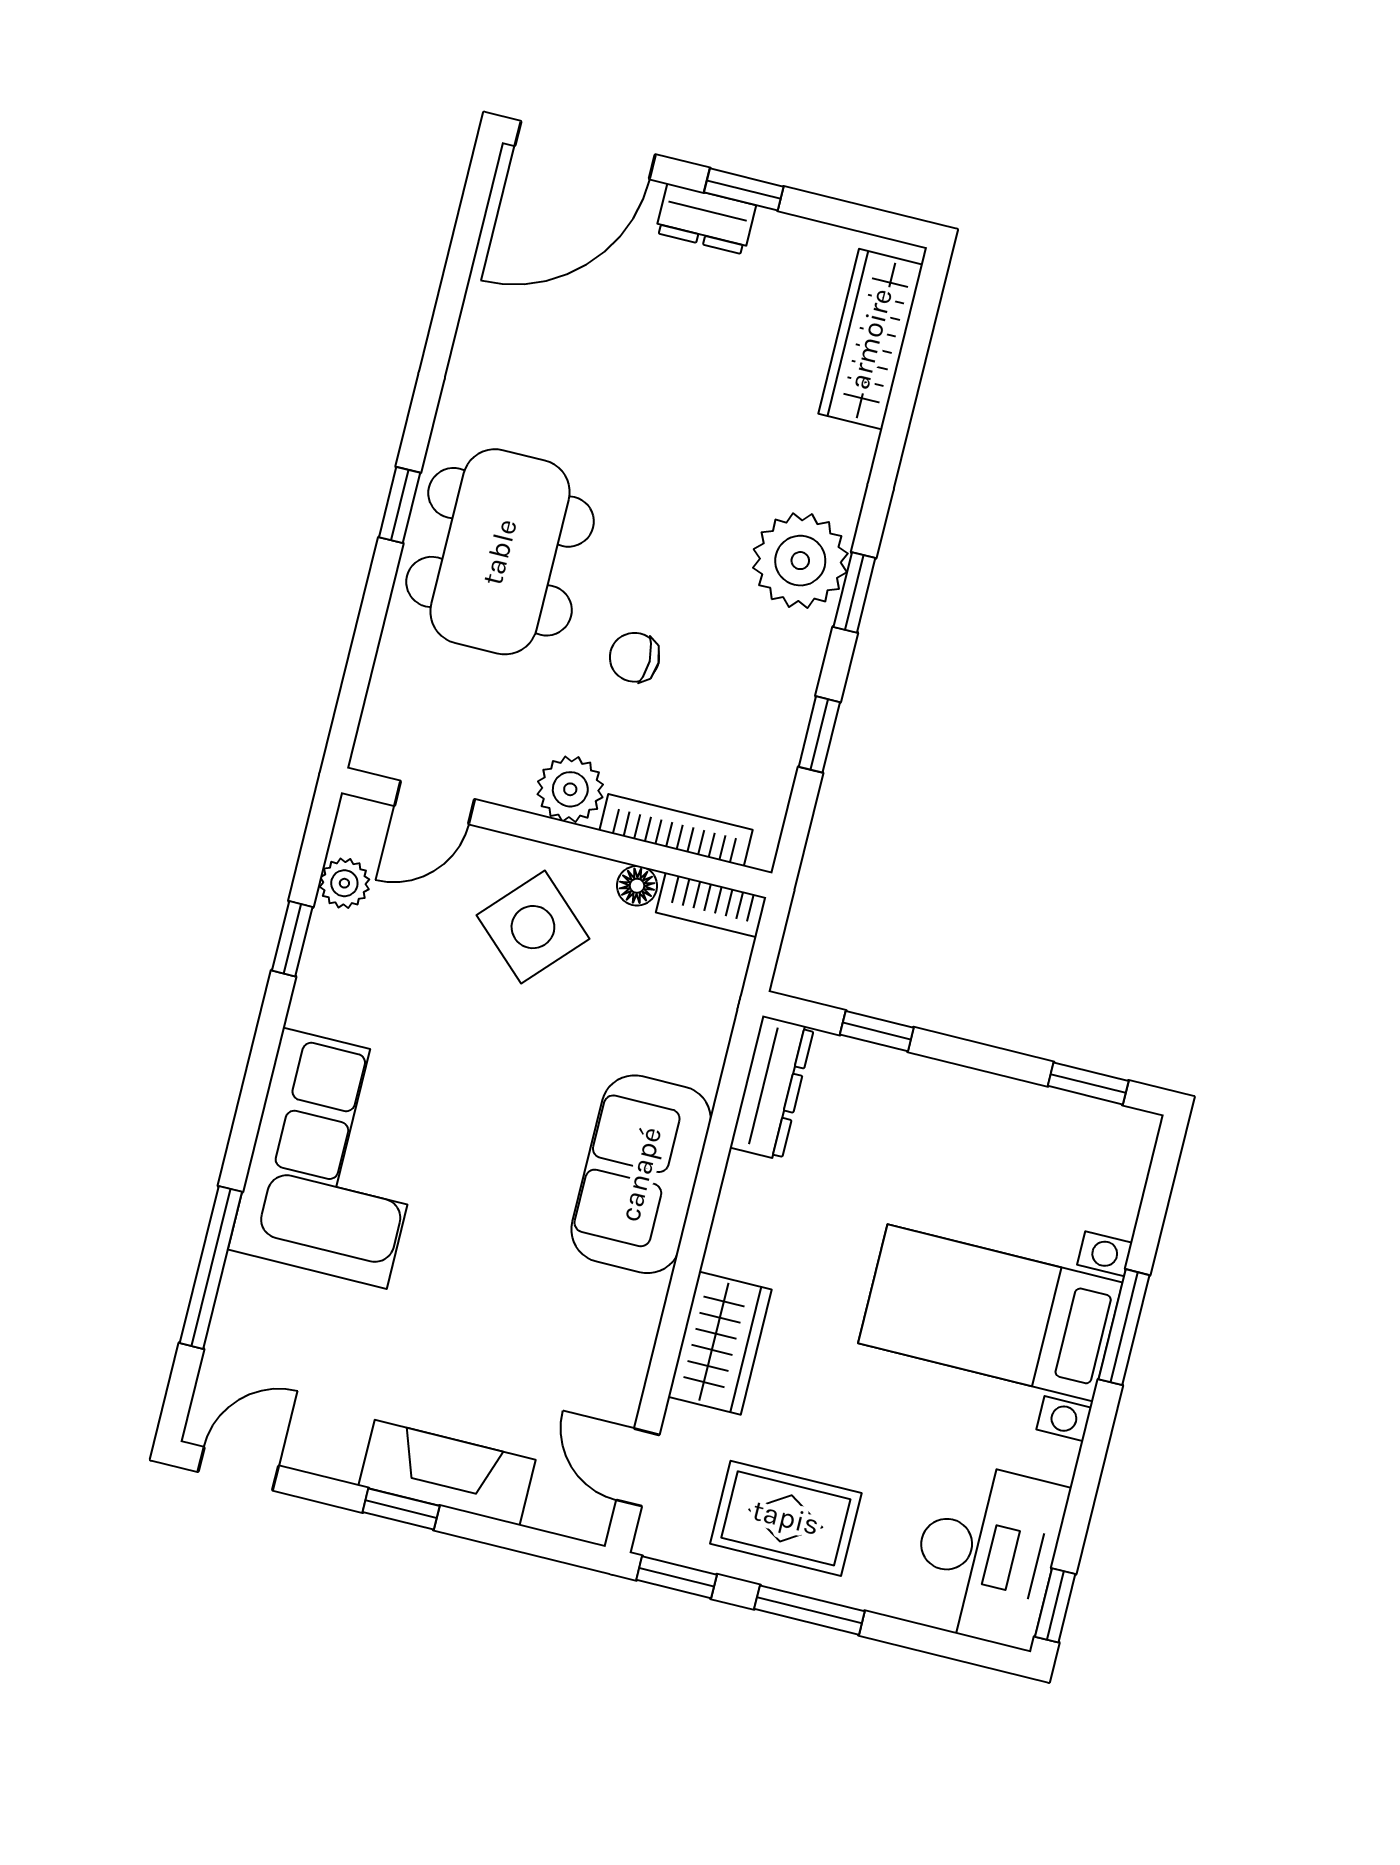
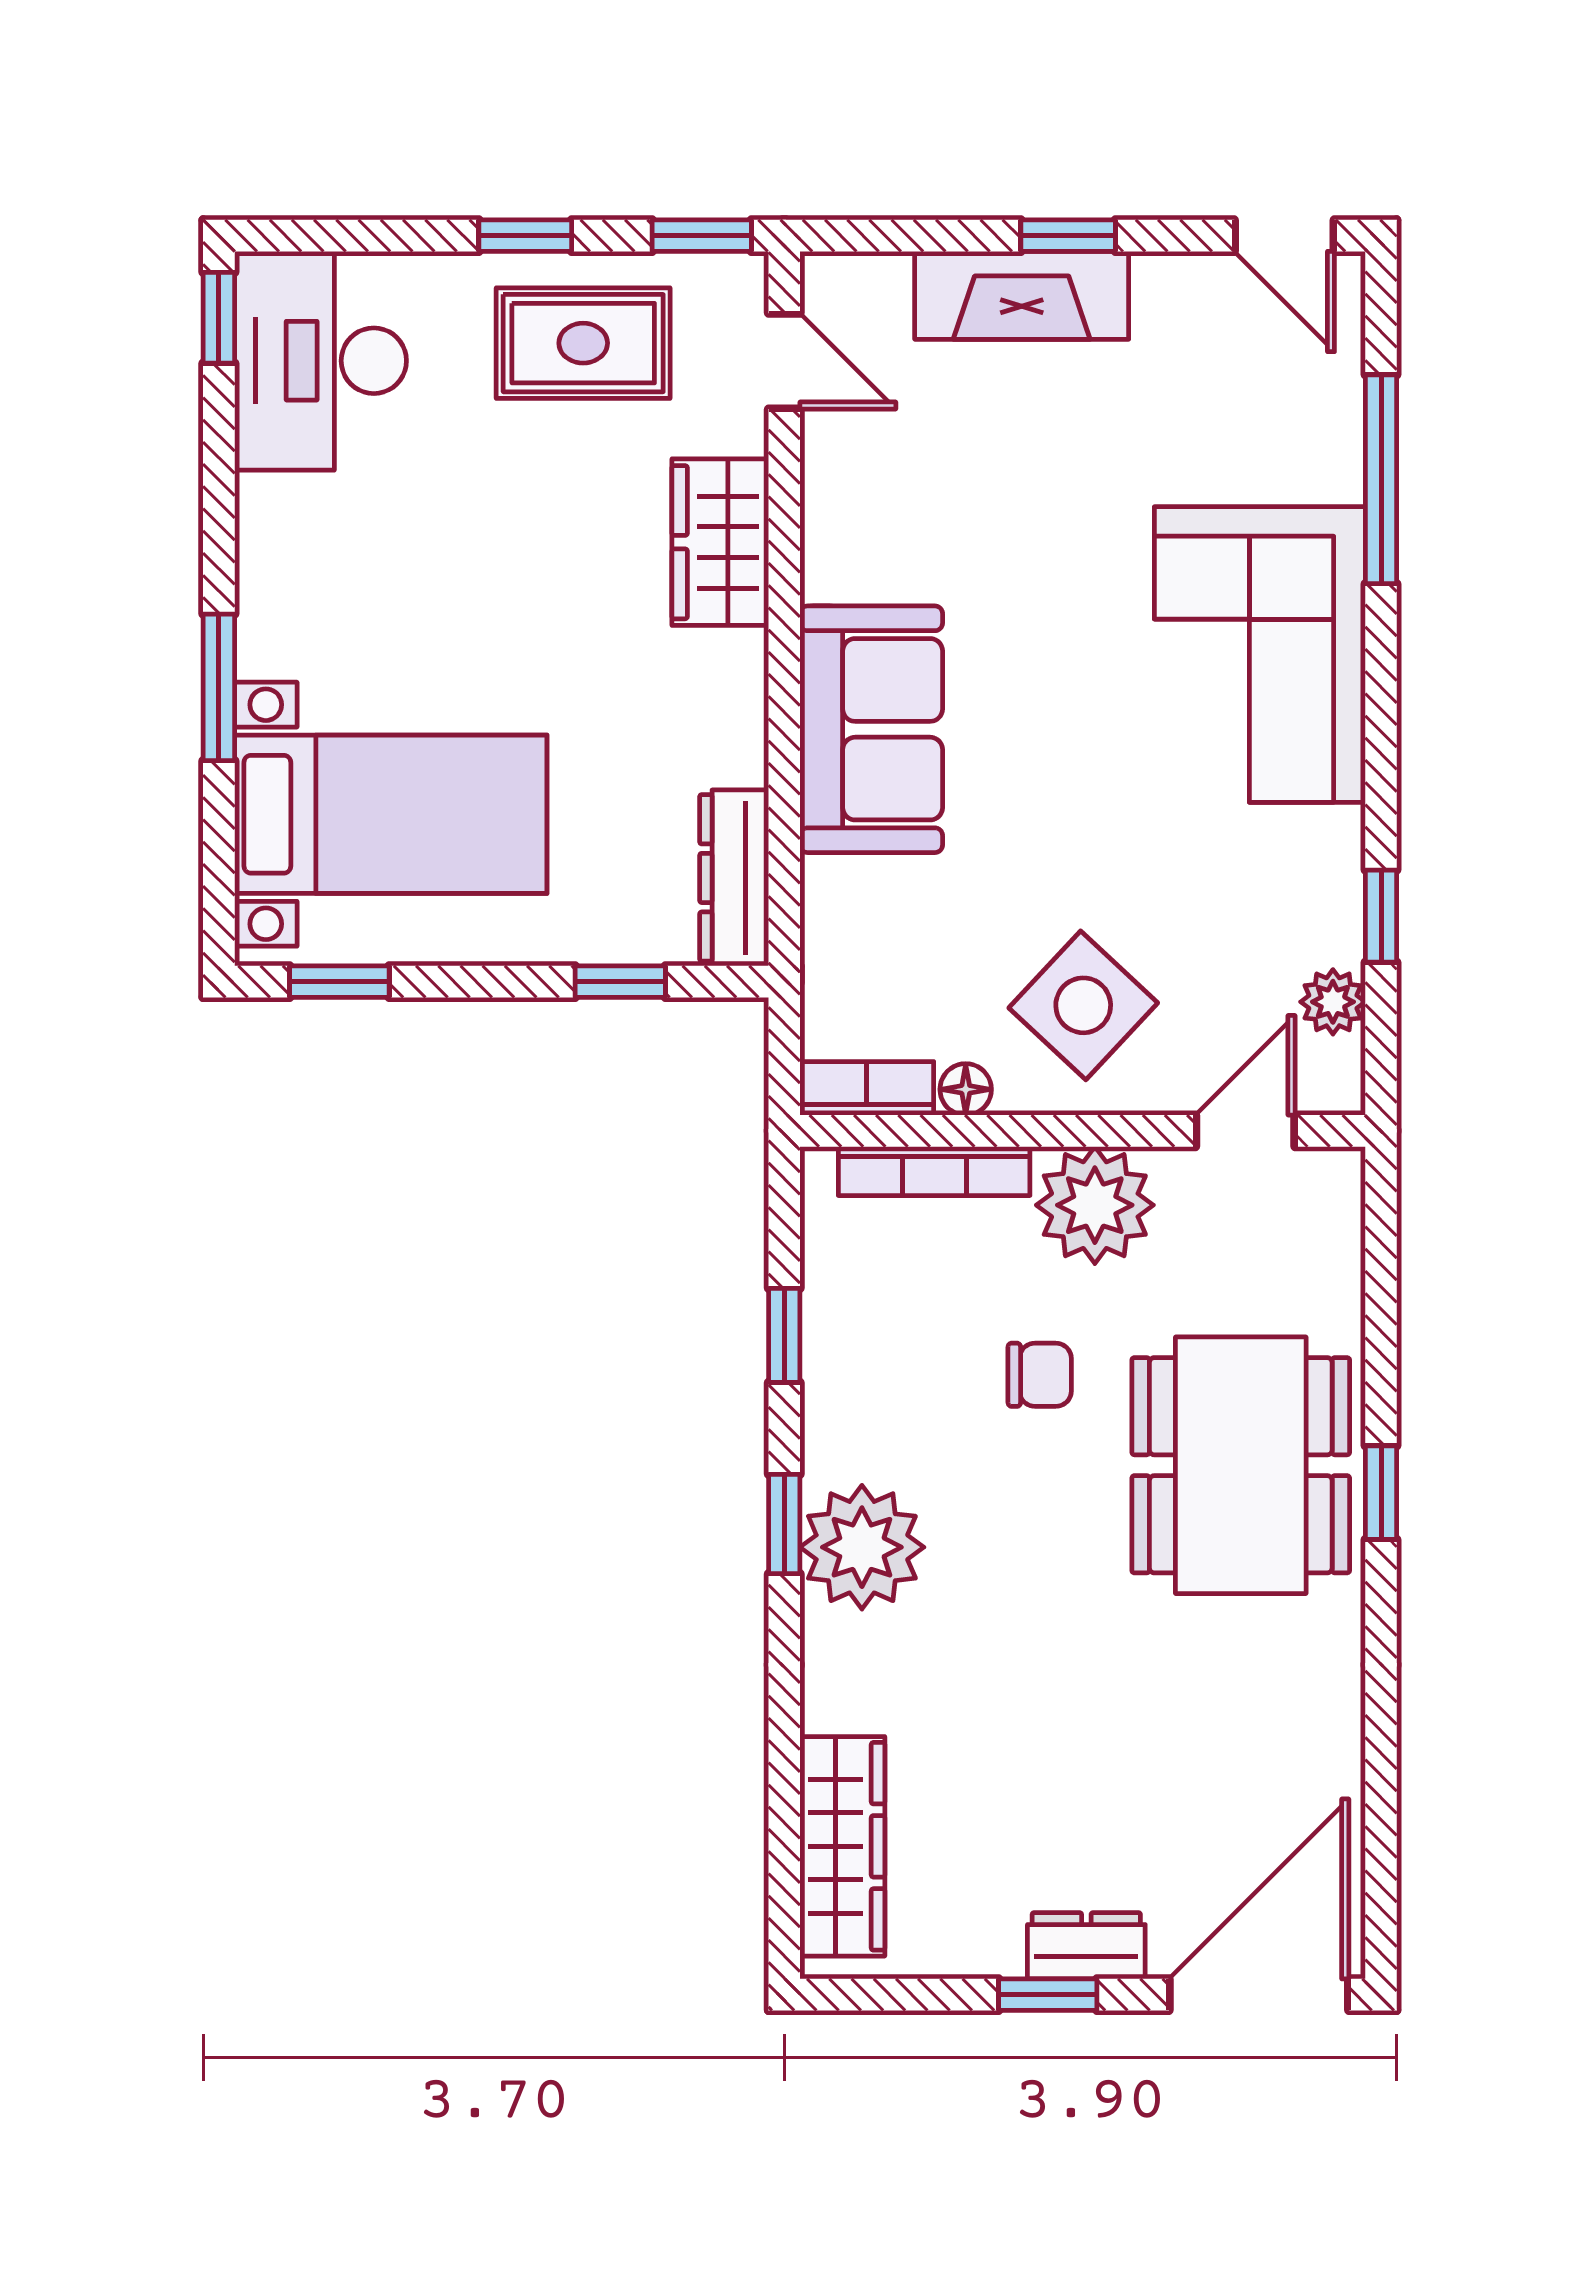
plant: (570, 789) -> (1095, 1205), width x1.36, depth x1.36
bed with nightstands: (990, 1313) -> (391, 814), moved
door: (238, 1469) -> (1284, 236), hinge flipped
window: (809, 1610) -> (525, 236), width x0.67

